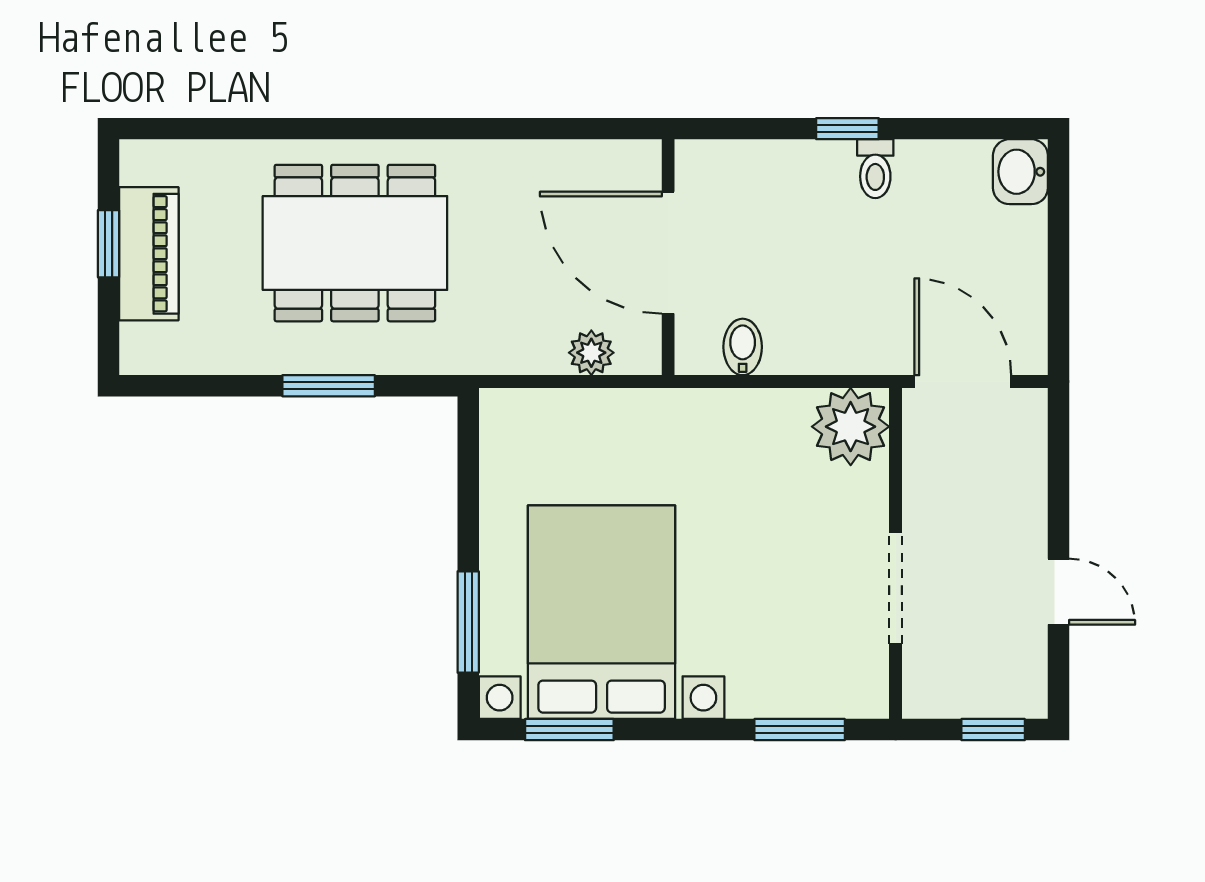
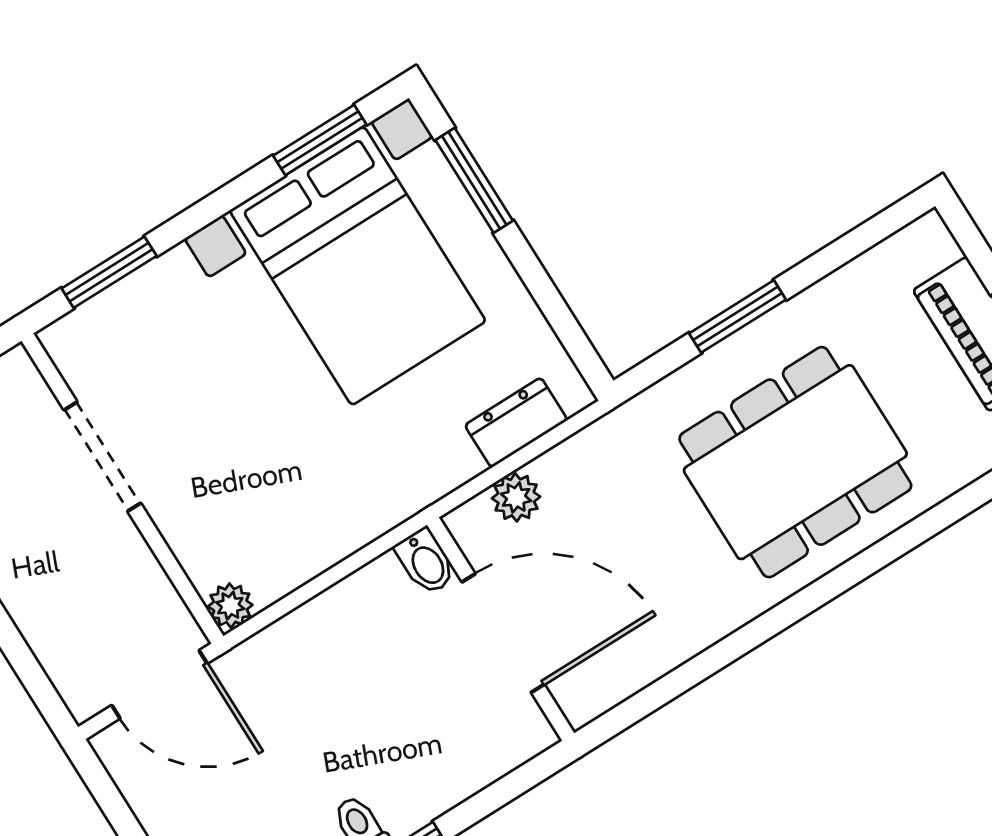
bidet: (743, 347) -> (426, 562), moved
dresser: (554, 411) -> (516, 423), added
plant: (851, 427) -> (230, 606), width x0.53, depth x0.53

